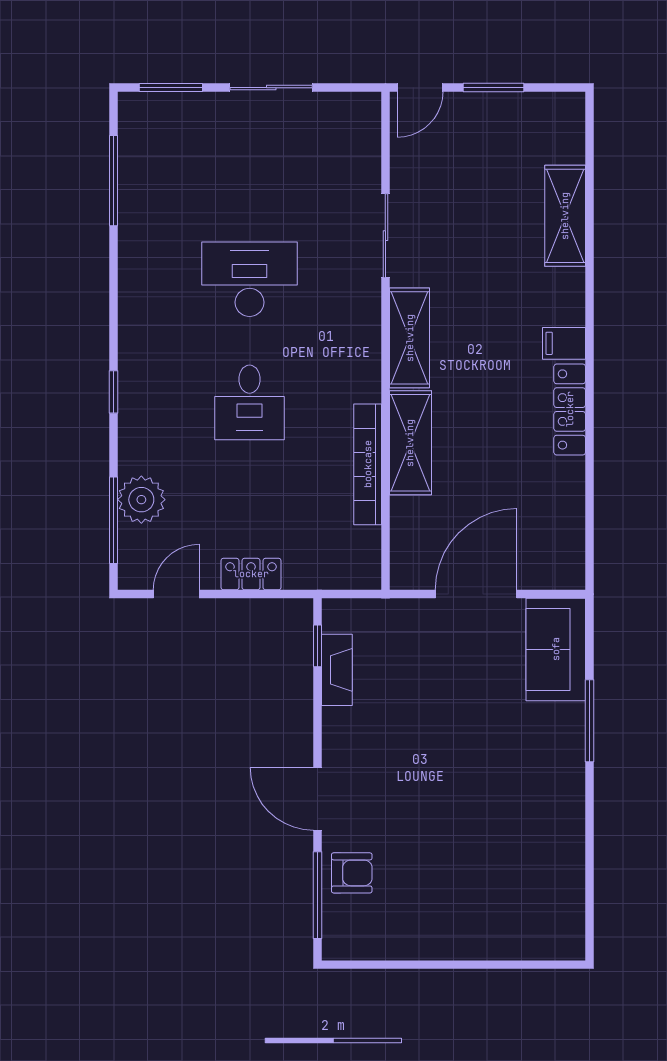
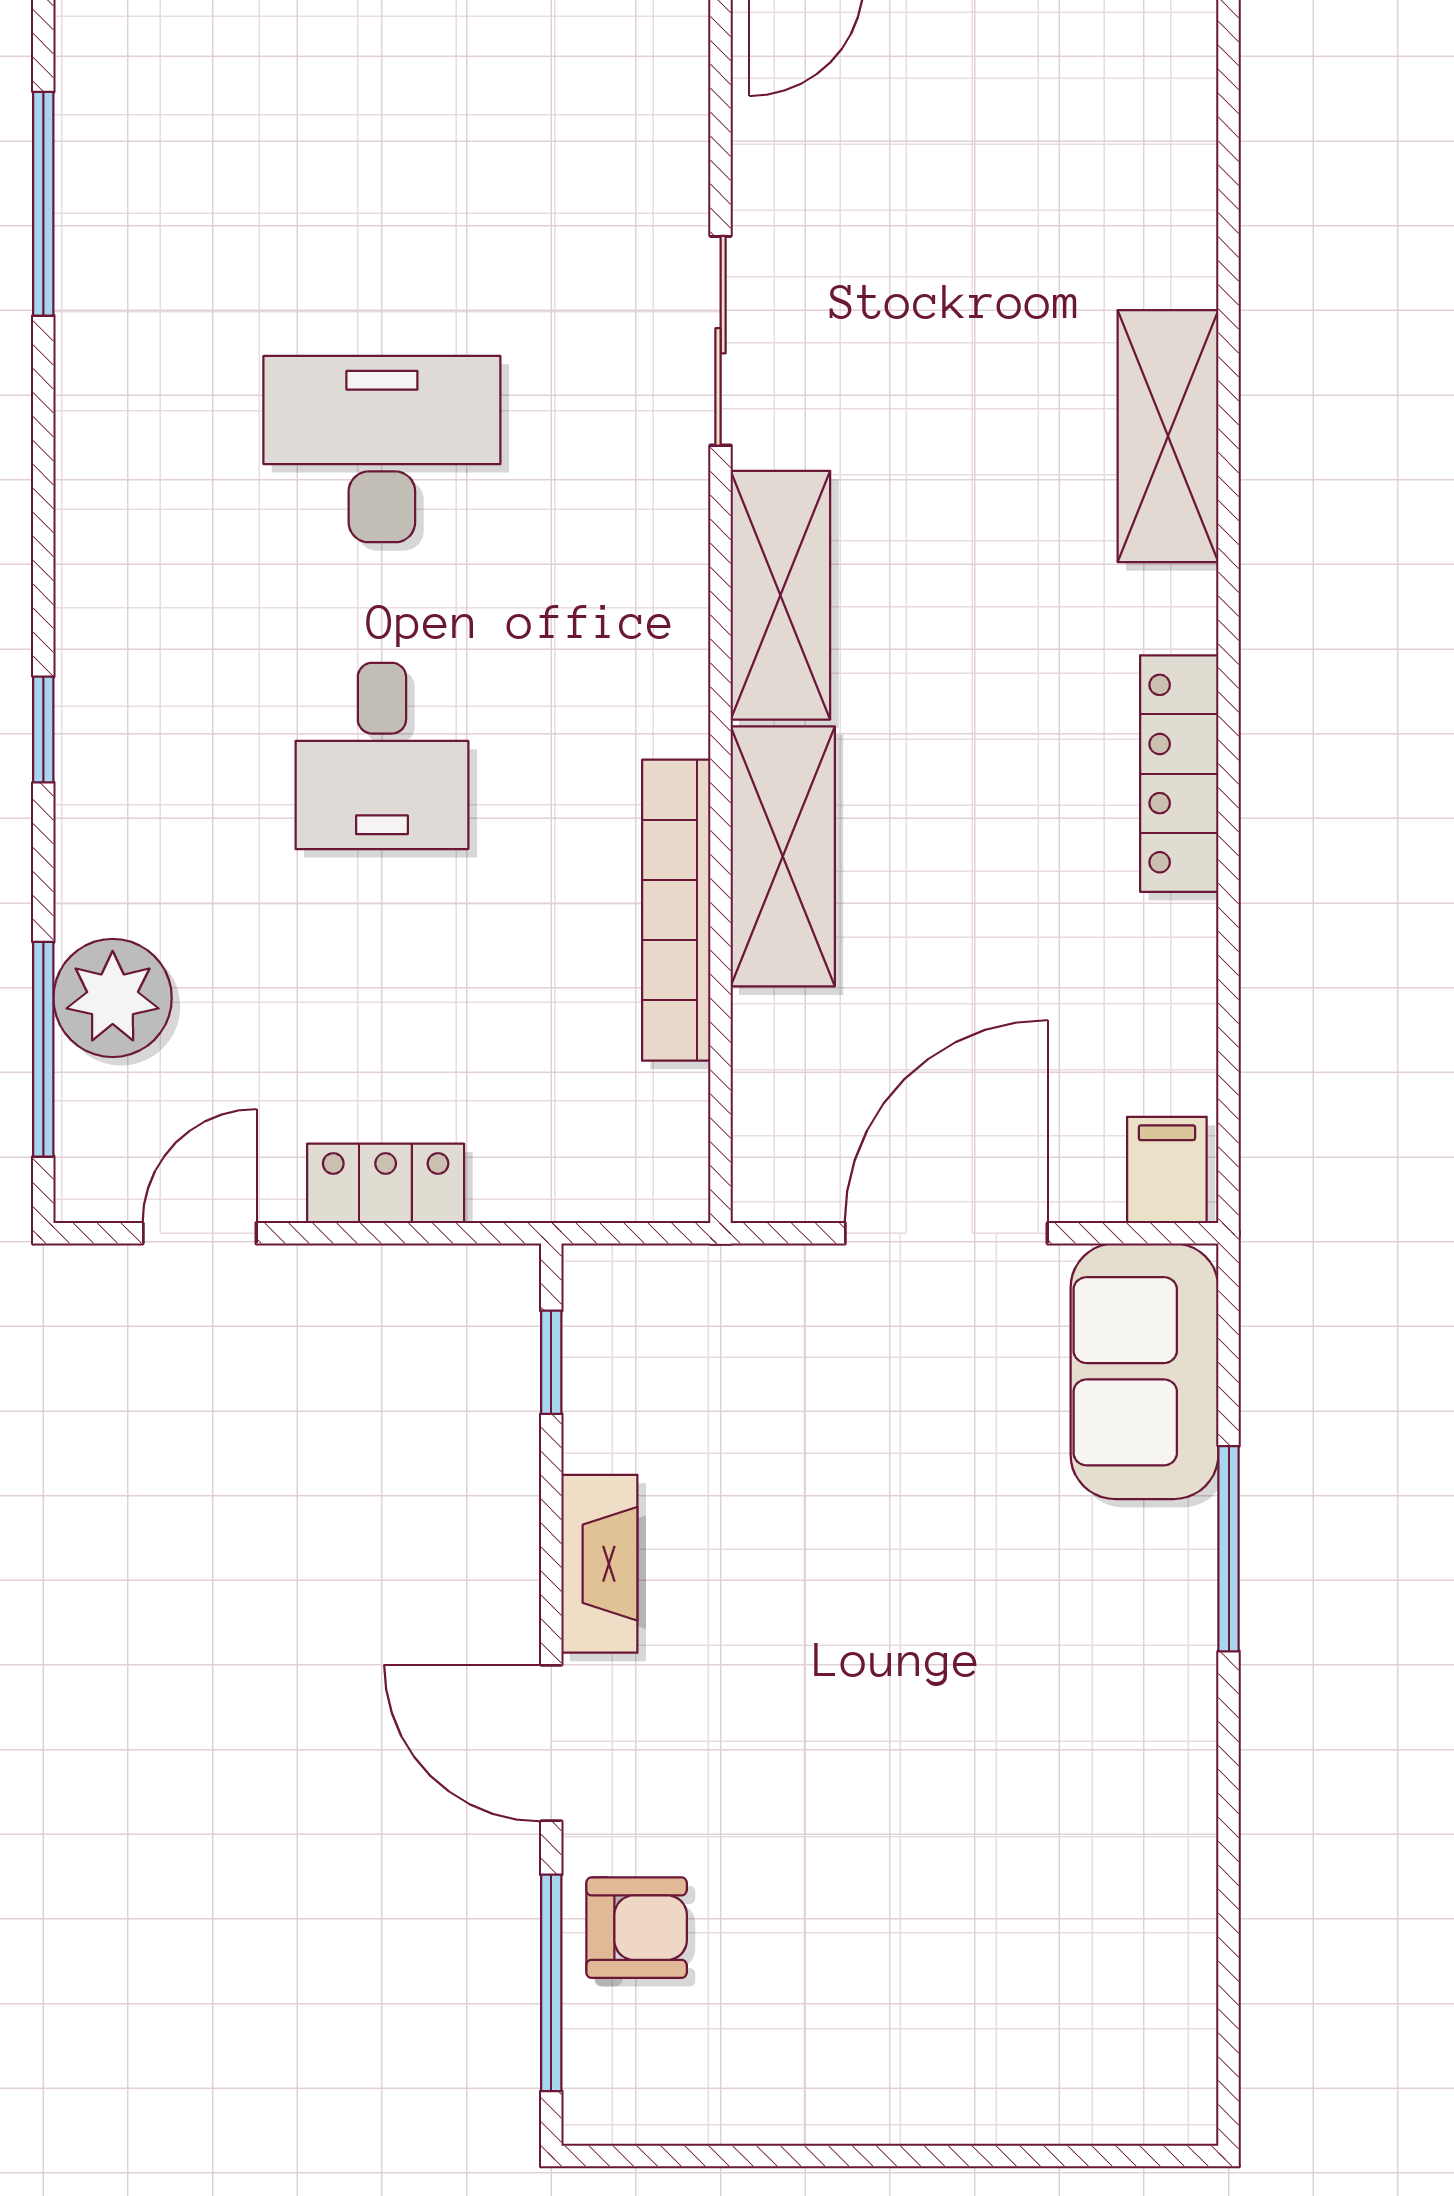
shelving: (565, 216) -> (1168, 436), moved
filing cabinet: (564, 343) -> (1167, 1170), moved, turned 90
fireplace: (337, 670) -> (599, 1564), moved

